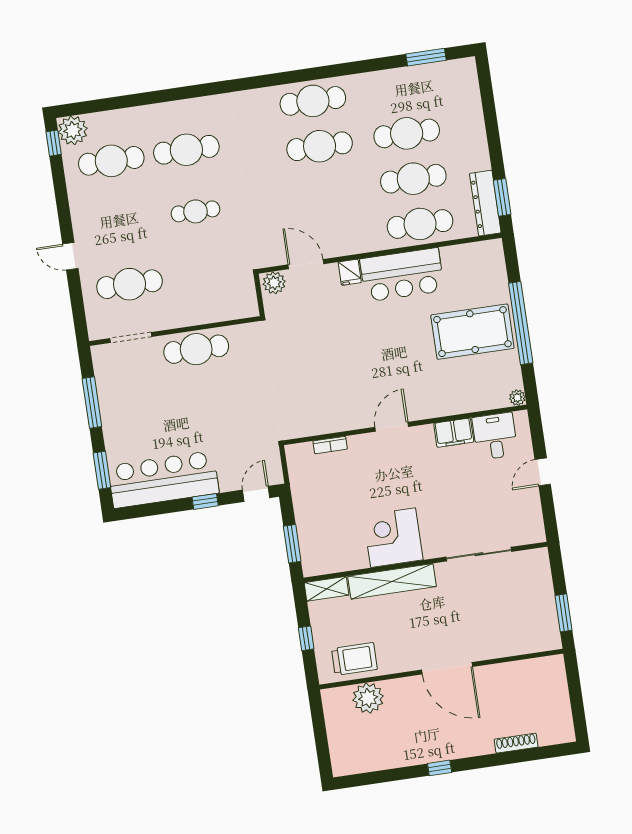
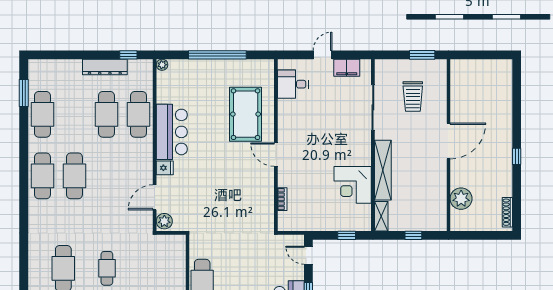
cafe table: (407, 133) -> (42, 114), moved
window: (502, 197) -> (128, 55), width x0.67
dresser: (485, 203) -> (105, 67), moved
pool table: (472, 332) -> (246, 114), moved
plant: (517, 398) -> (162, 65), moved
filing cabinet: (454, 433) -> (347, 68), moved, turned 90
door: (543, 472) -> (323, 55), swing flipped
corner desk: (393, 538) -> (353, 185), moved
window: (292, 544) -> (347, 235), width x0.67
trolley: (354, 659) -> (413, 96), moved, turned 180
shoe rack: (516, 743) -> (507, 212), moved

